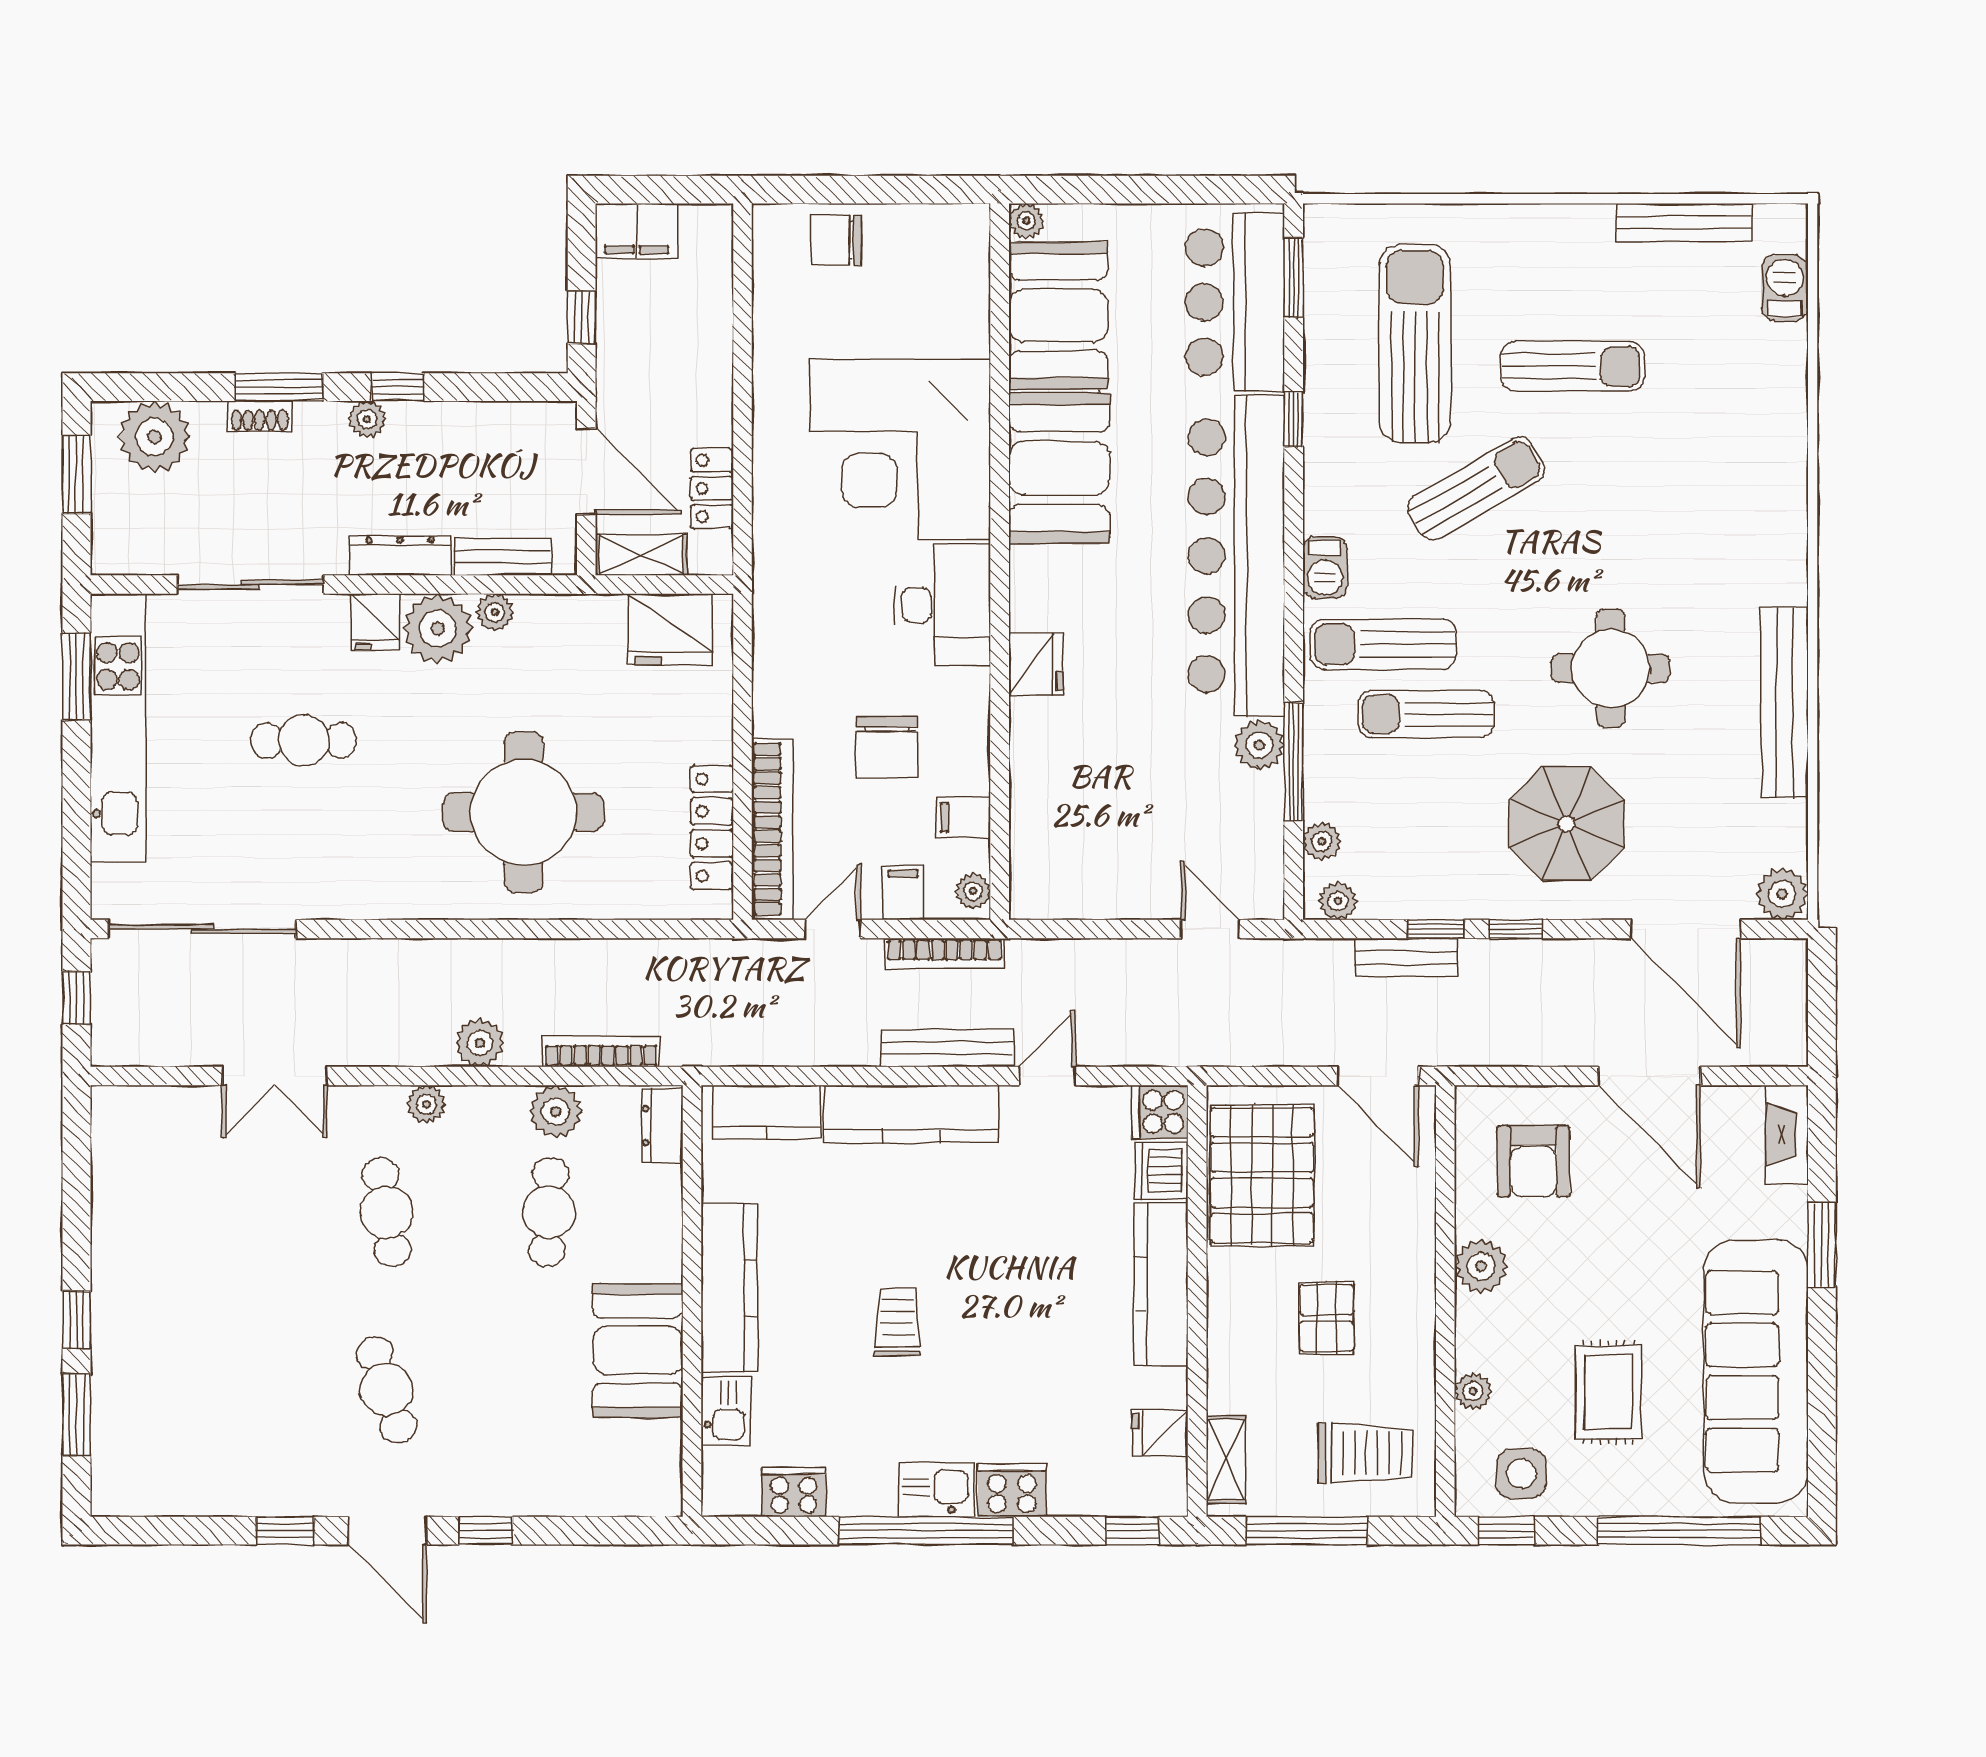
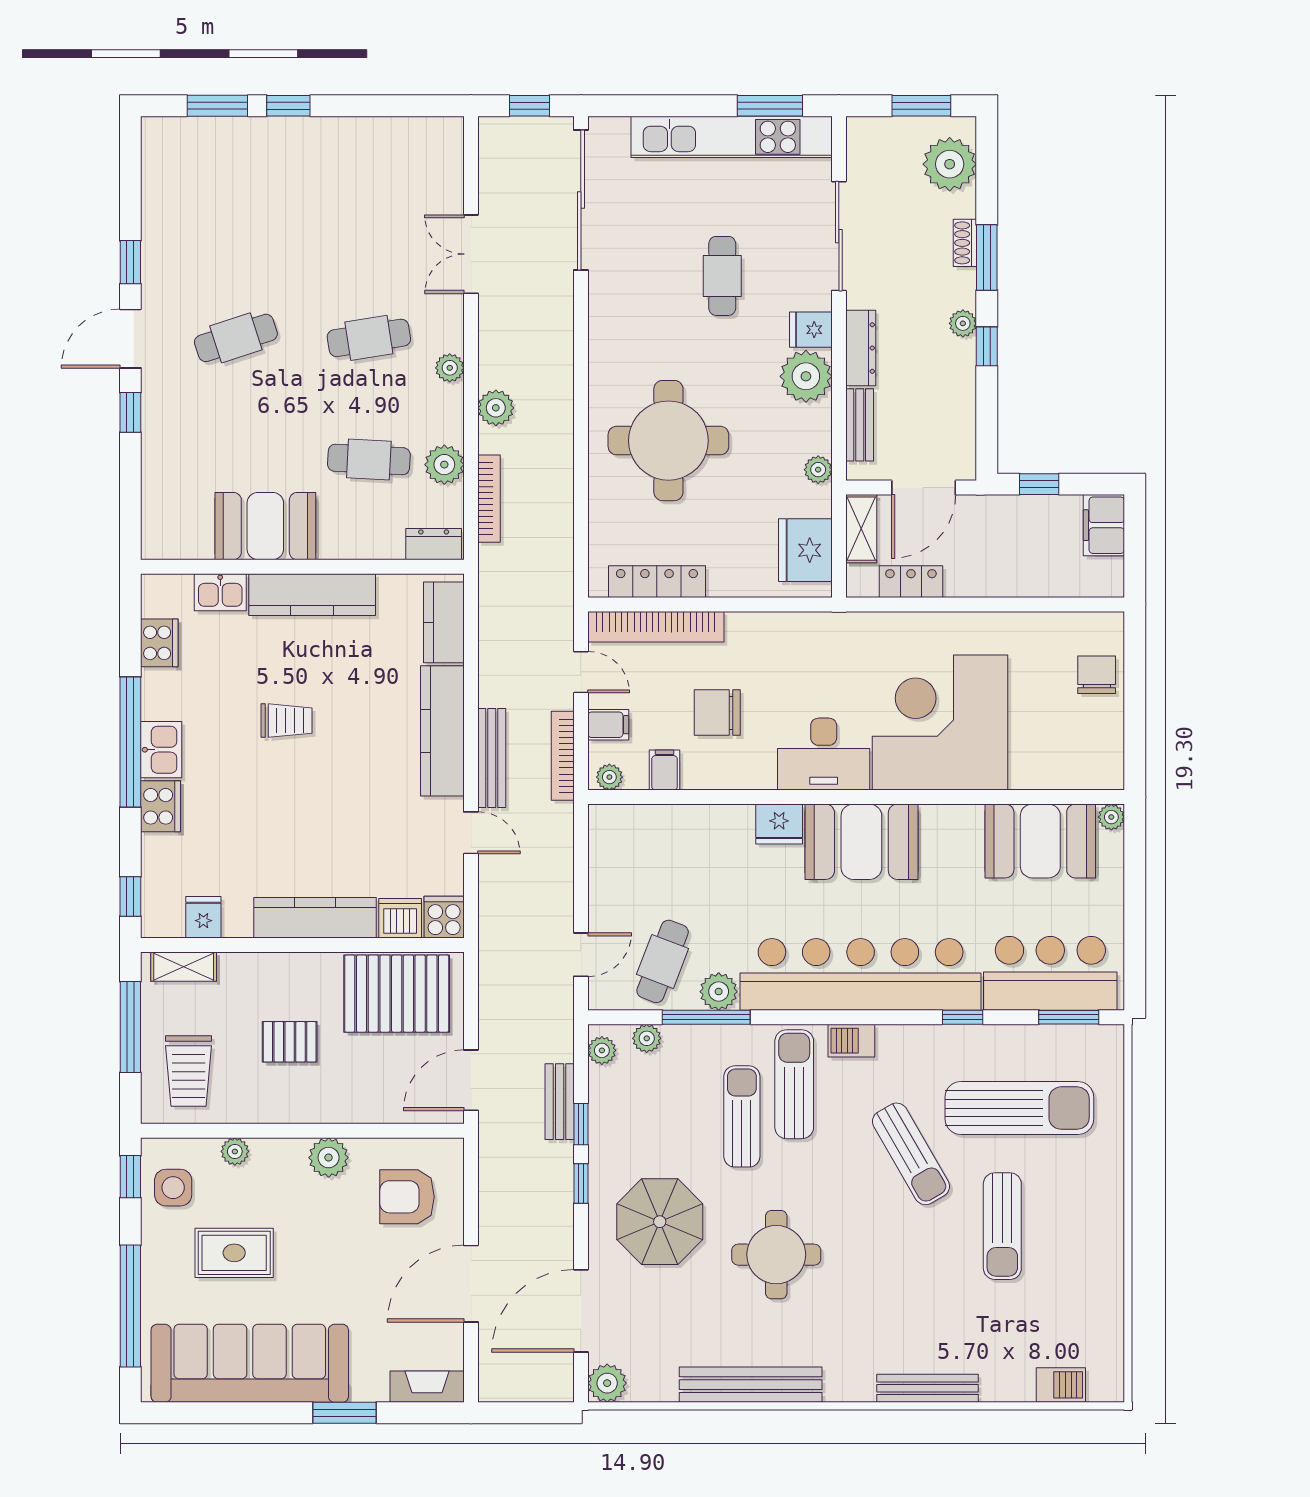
bench: (1684, 222) -> (927, 1388), moved, turned 90
booth: (1059, 468) -> (861, 842), moved
plant: (495, 612) -> (818, 470), moved
cafe table: (1219, 820) -> (663, 961), added

